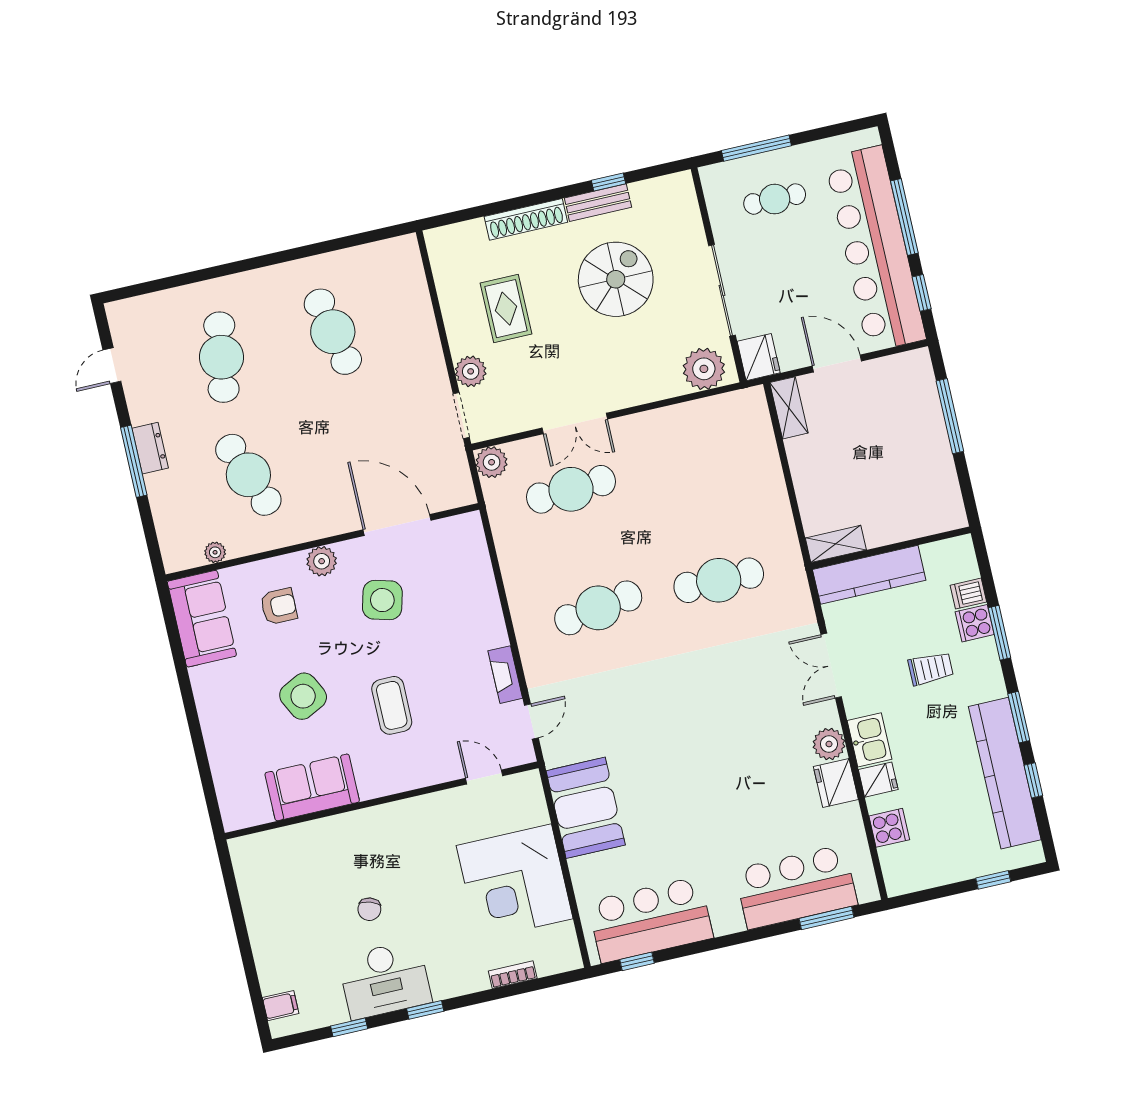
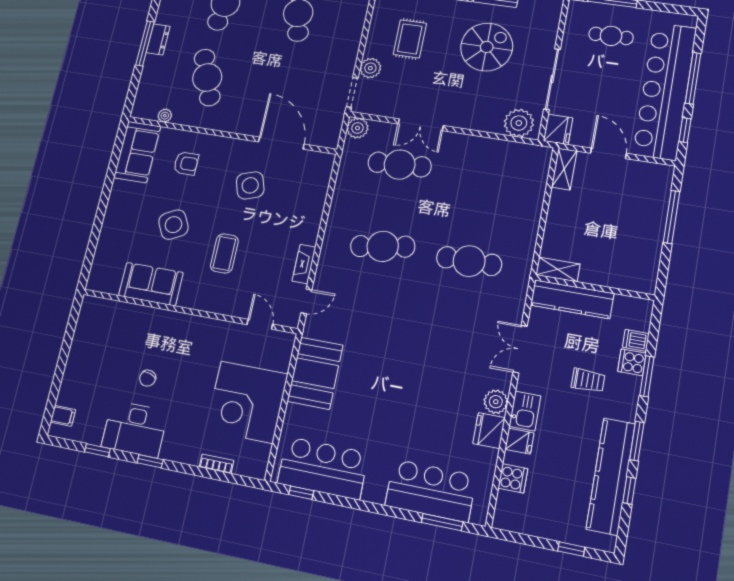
plant: (322, 561) -> (225, 147), removed
side table: (382, 600) -> (250, 185), turned -33

